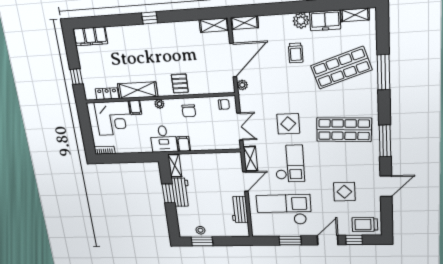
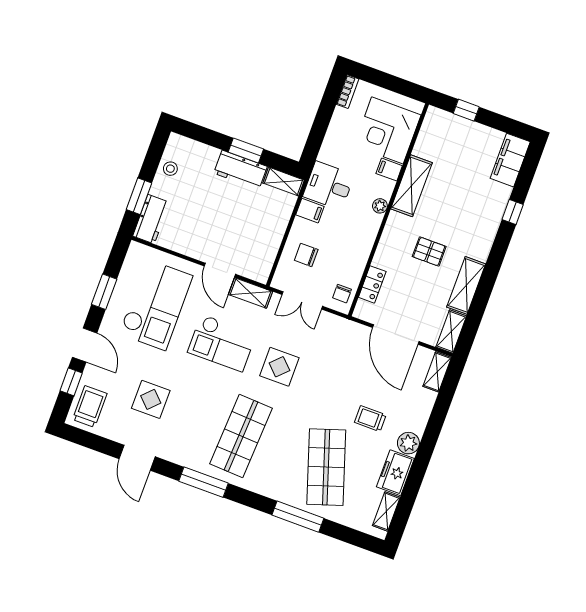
window: (150, 18) -> (513, 212), moved
shelving: (180, 29) -> (466, 285), added
pallet: (180, 83) -> (429, 252), moved
plant: (242, 85) -> (358, 331), removed
locker: (107, 94) -> (372, 284), moved
chair: (189, 111) -> (306, 255), moved
workbench: (239, 209) -> (151, 219), moved, turned 90
window: (202, 241) -> (139, 196), moved

